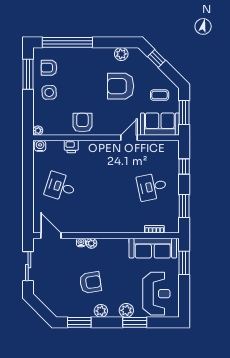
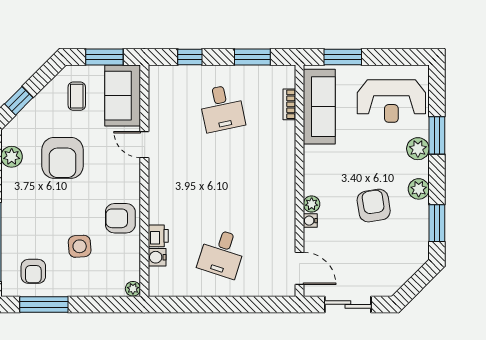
side table: (49, 92) -> (80, 246), moved
water cooler: (40, 146) -> (157, 257), moved
door: (51, 236) -> (299, 268), swing flipped
reception desk: (156, 294) -> (391, 101), turned 180

